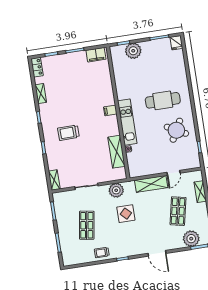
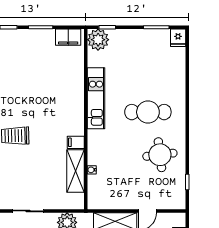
plant: (133, 51) -> (98, 40), moved
filing cabinet: (110, 110) -> (76, 142), moved
kitchen unit: (127, 122) -> (96, 98), moved
round table: (176, 130) -> (160, 155), turned -35

